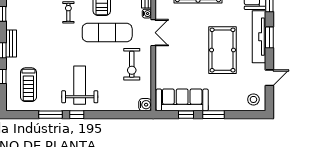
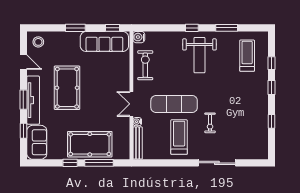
bench: (11, 43) -> (263, 94), removed
exercise bike: (132, 64) -> (145, 65), moved
door: (269, 78) -> (23, 62), swing flipped
window: (77, 115) -> (192, 28), moved
window: (186, 115) -> (112, 28), moved

